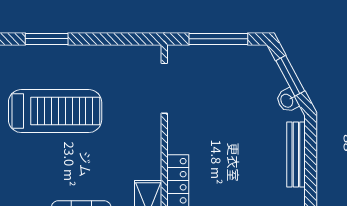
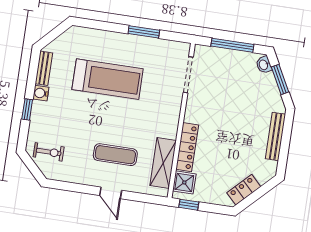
window: (47, 39) -> (144, 32), moved
washbasin: (287, 100) -> (264, 65), moved

